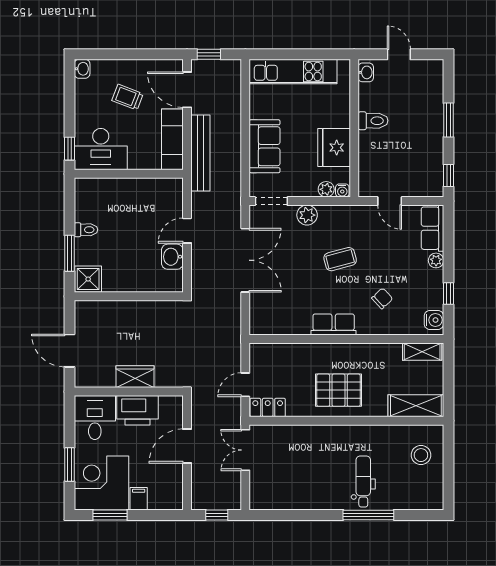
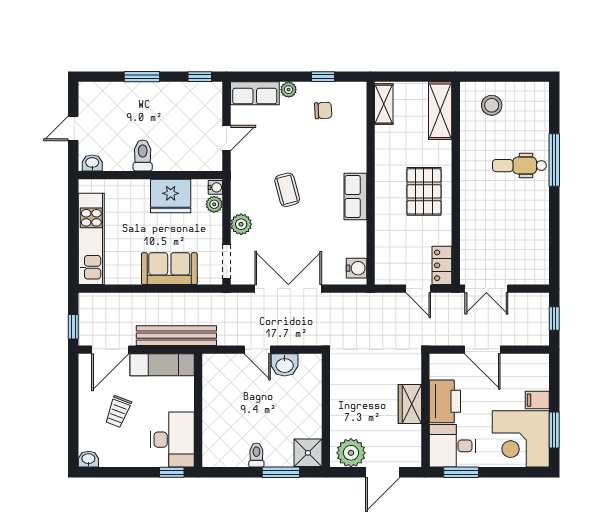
chair: (382, 298) -> (323, 110), moved, turned 130
plant: (88, 320) -> (351, 453), added
water cooler: (434, 320) -> (356, 268), moved, turned 90
window: (69, 464) -> (461, 472), moved

